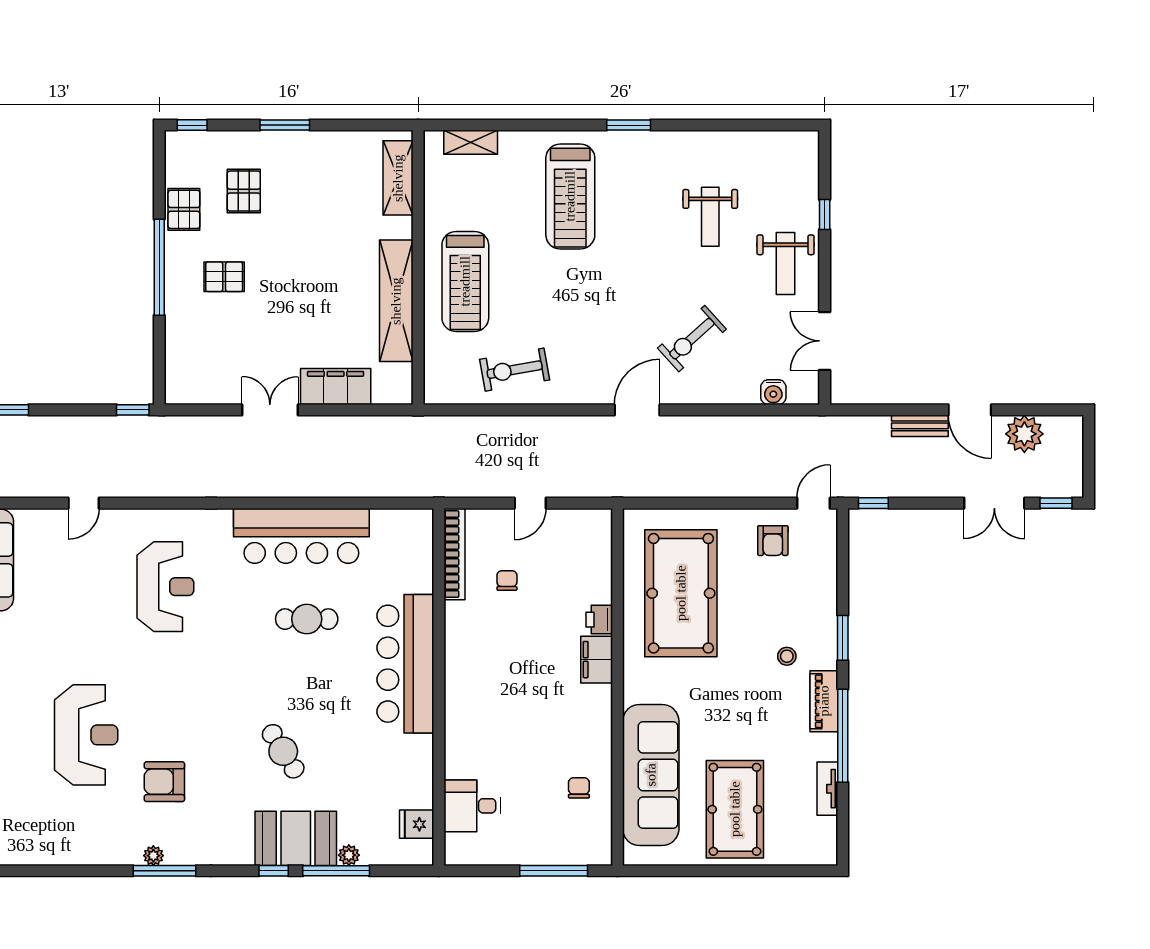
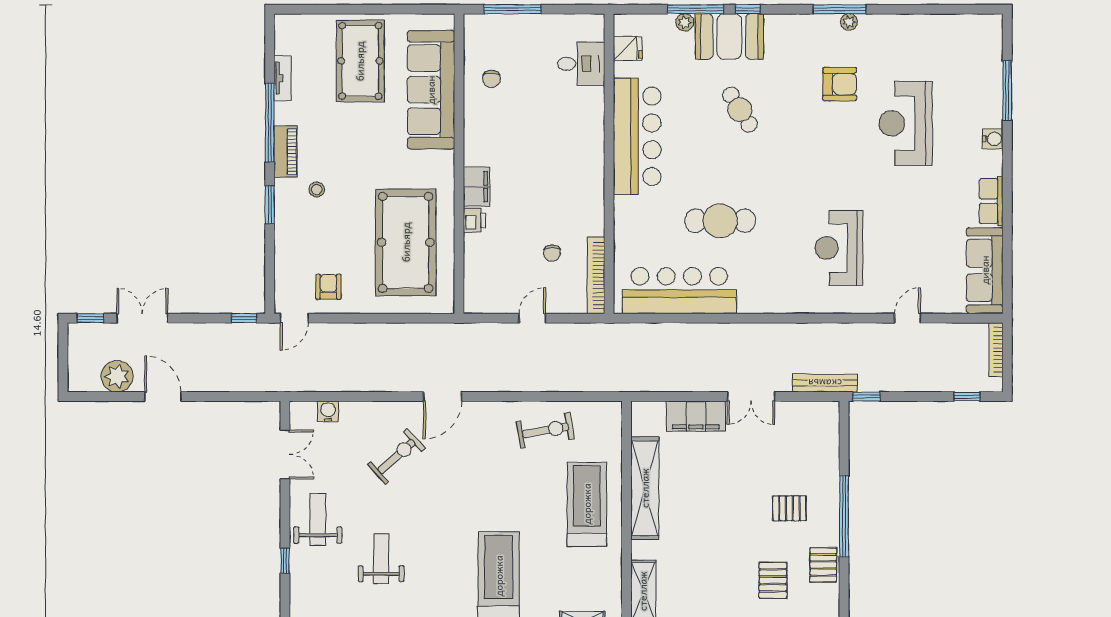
bench: (920, 426) -> (825, 383), moved, width x1.36
bar counter: (301, 536) -> (679, 291), moved
cafe table: (307, 619) -> (720, 221), width x1.37, depth x1.35
bar counter: (405, 664) -> (637, 136), moved

